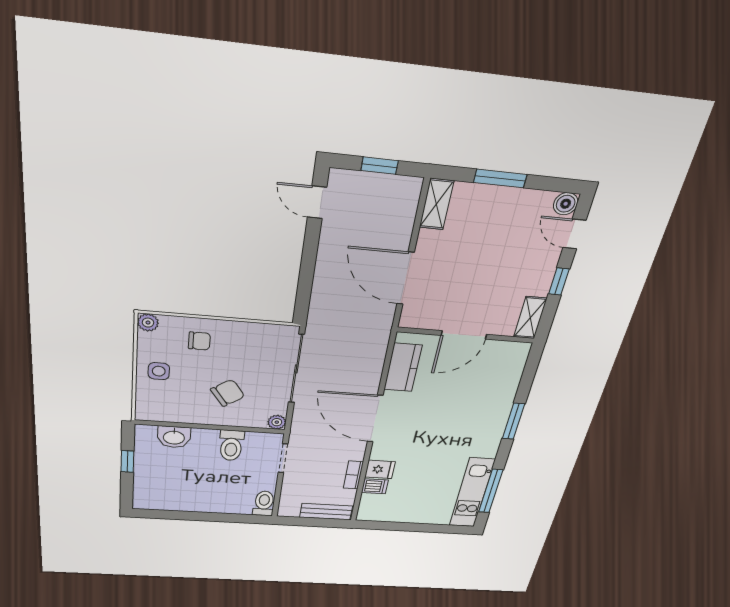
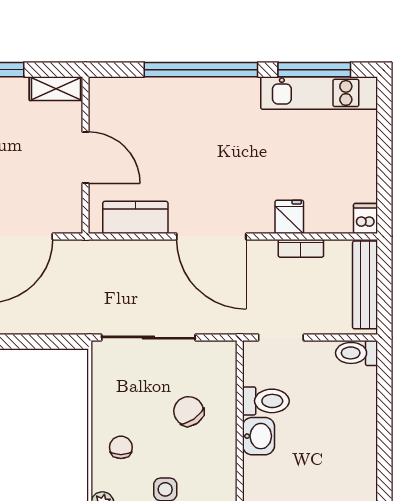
door: (375, 419) -> (211, 236), hinge flipped
window: (513, 421) -> (201, 70), width x2.11
plant: (277, 422) -> (226, 351), removed
washbasin: (174, 437) -> (259, 436), moved
dishwasher: (375, 486) -> (366, 219), moved
bench: (326, 512) -> (365, 285), width x1.36

